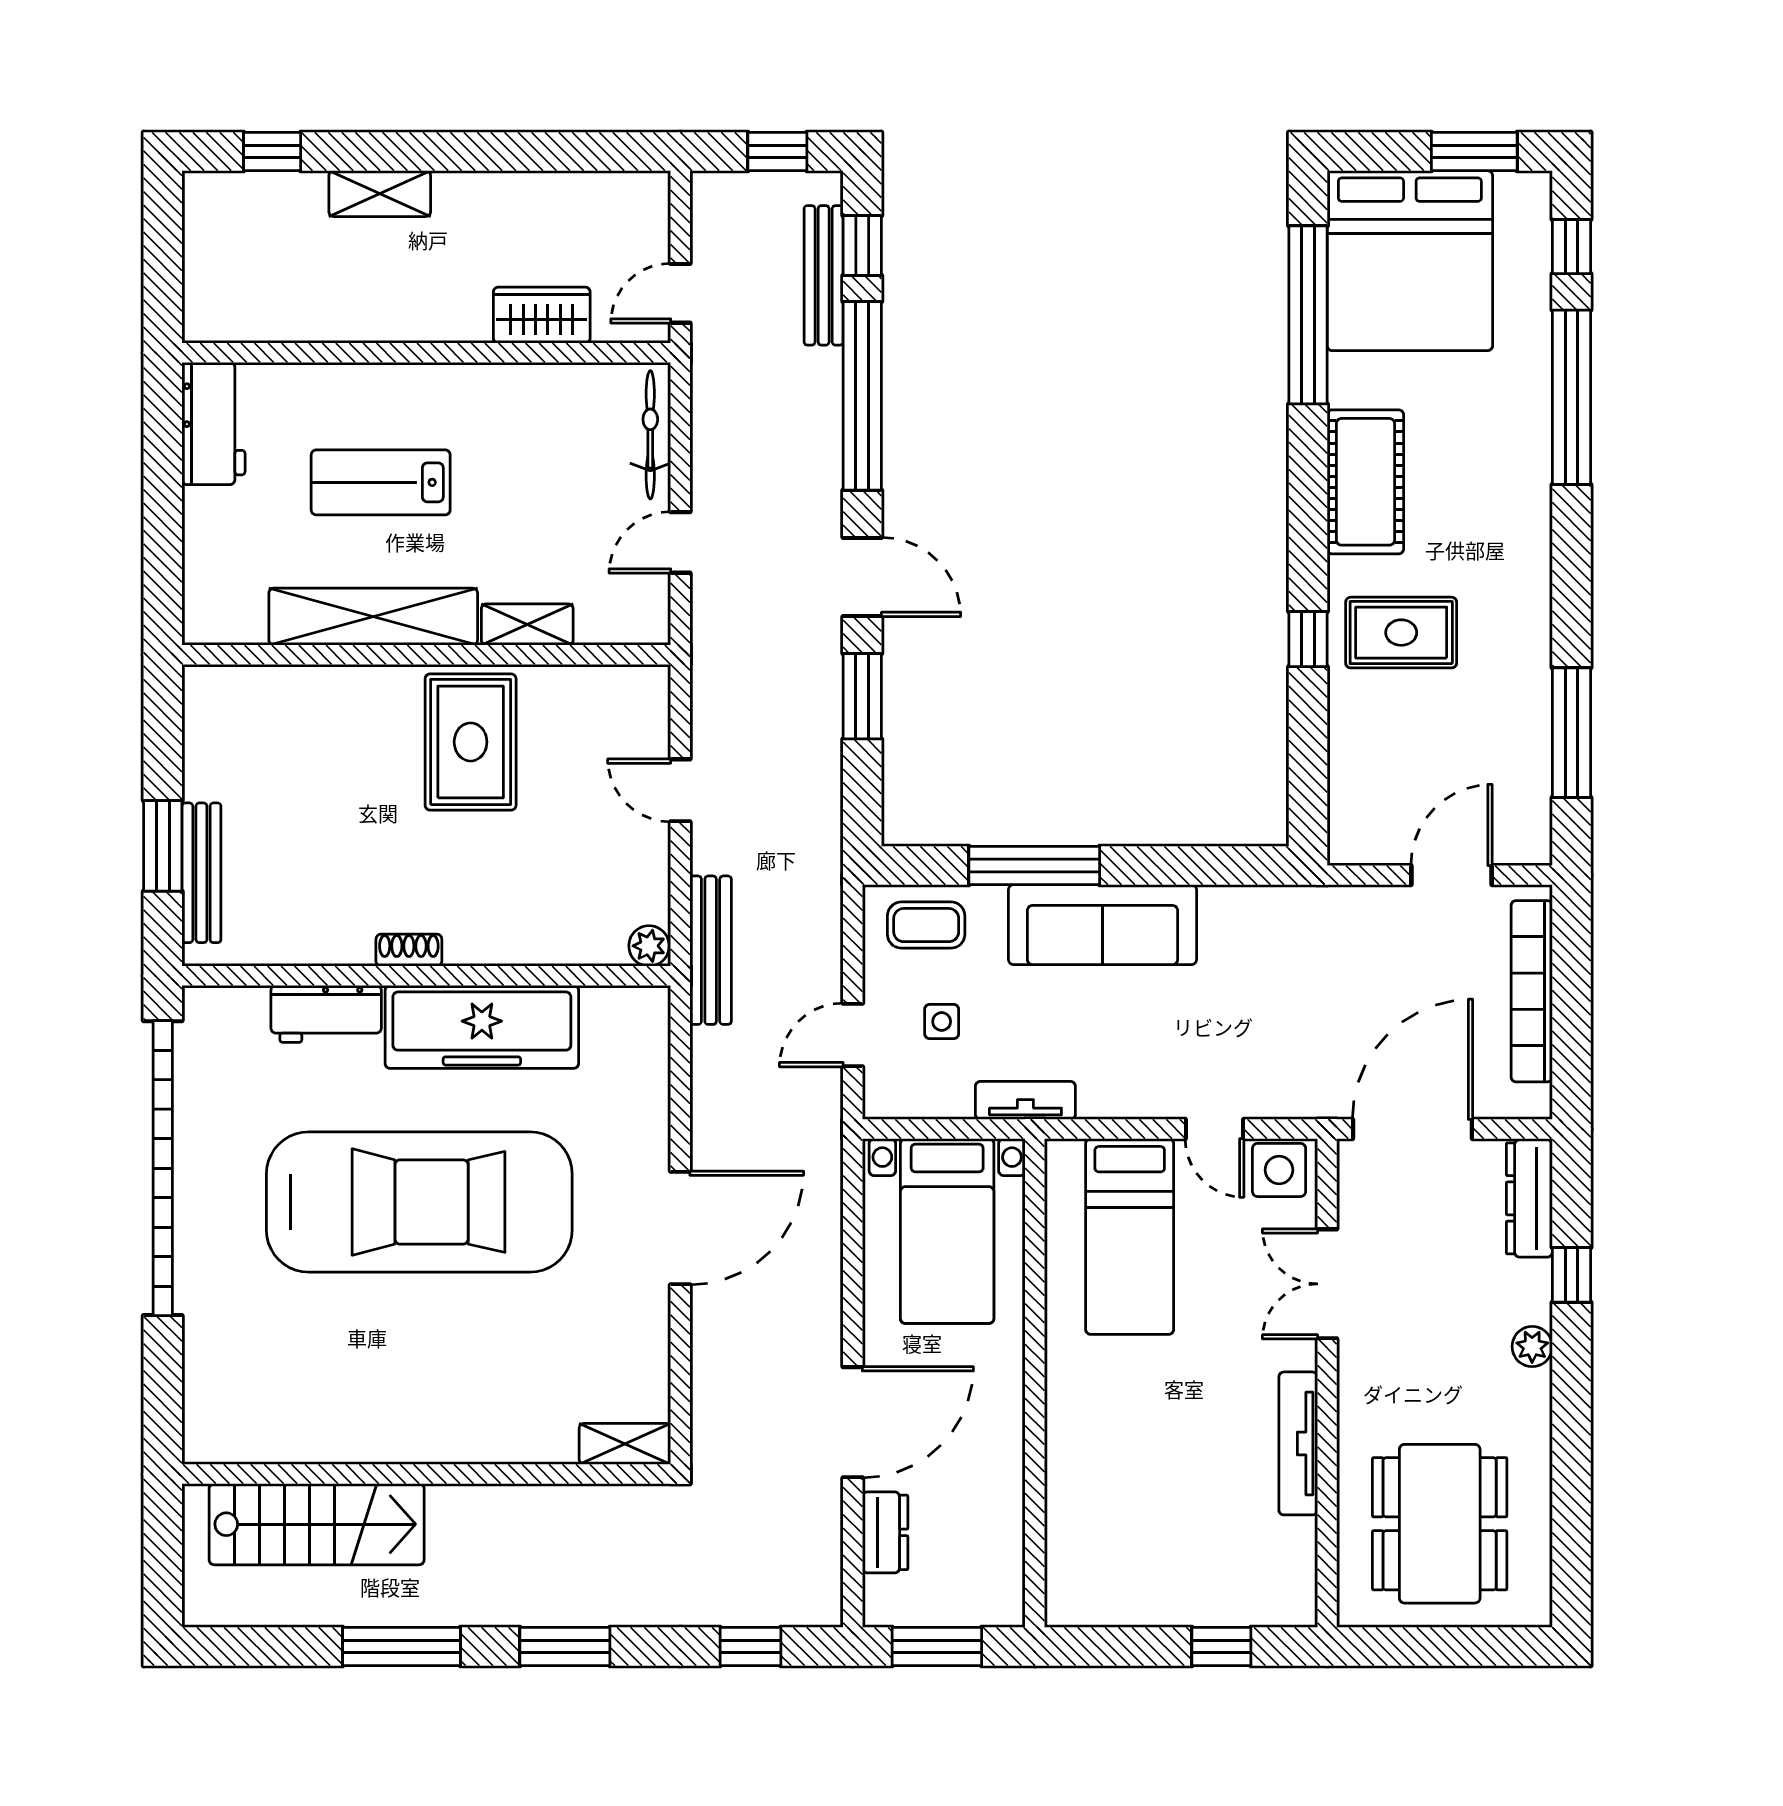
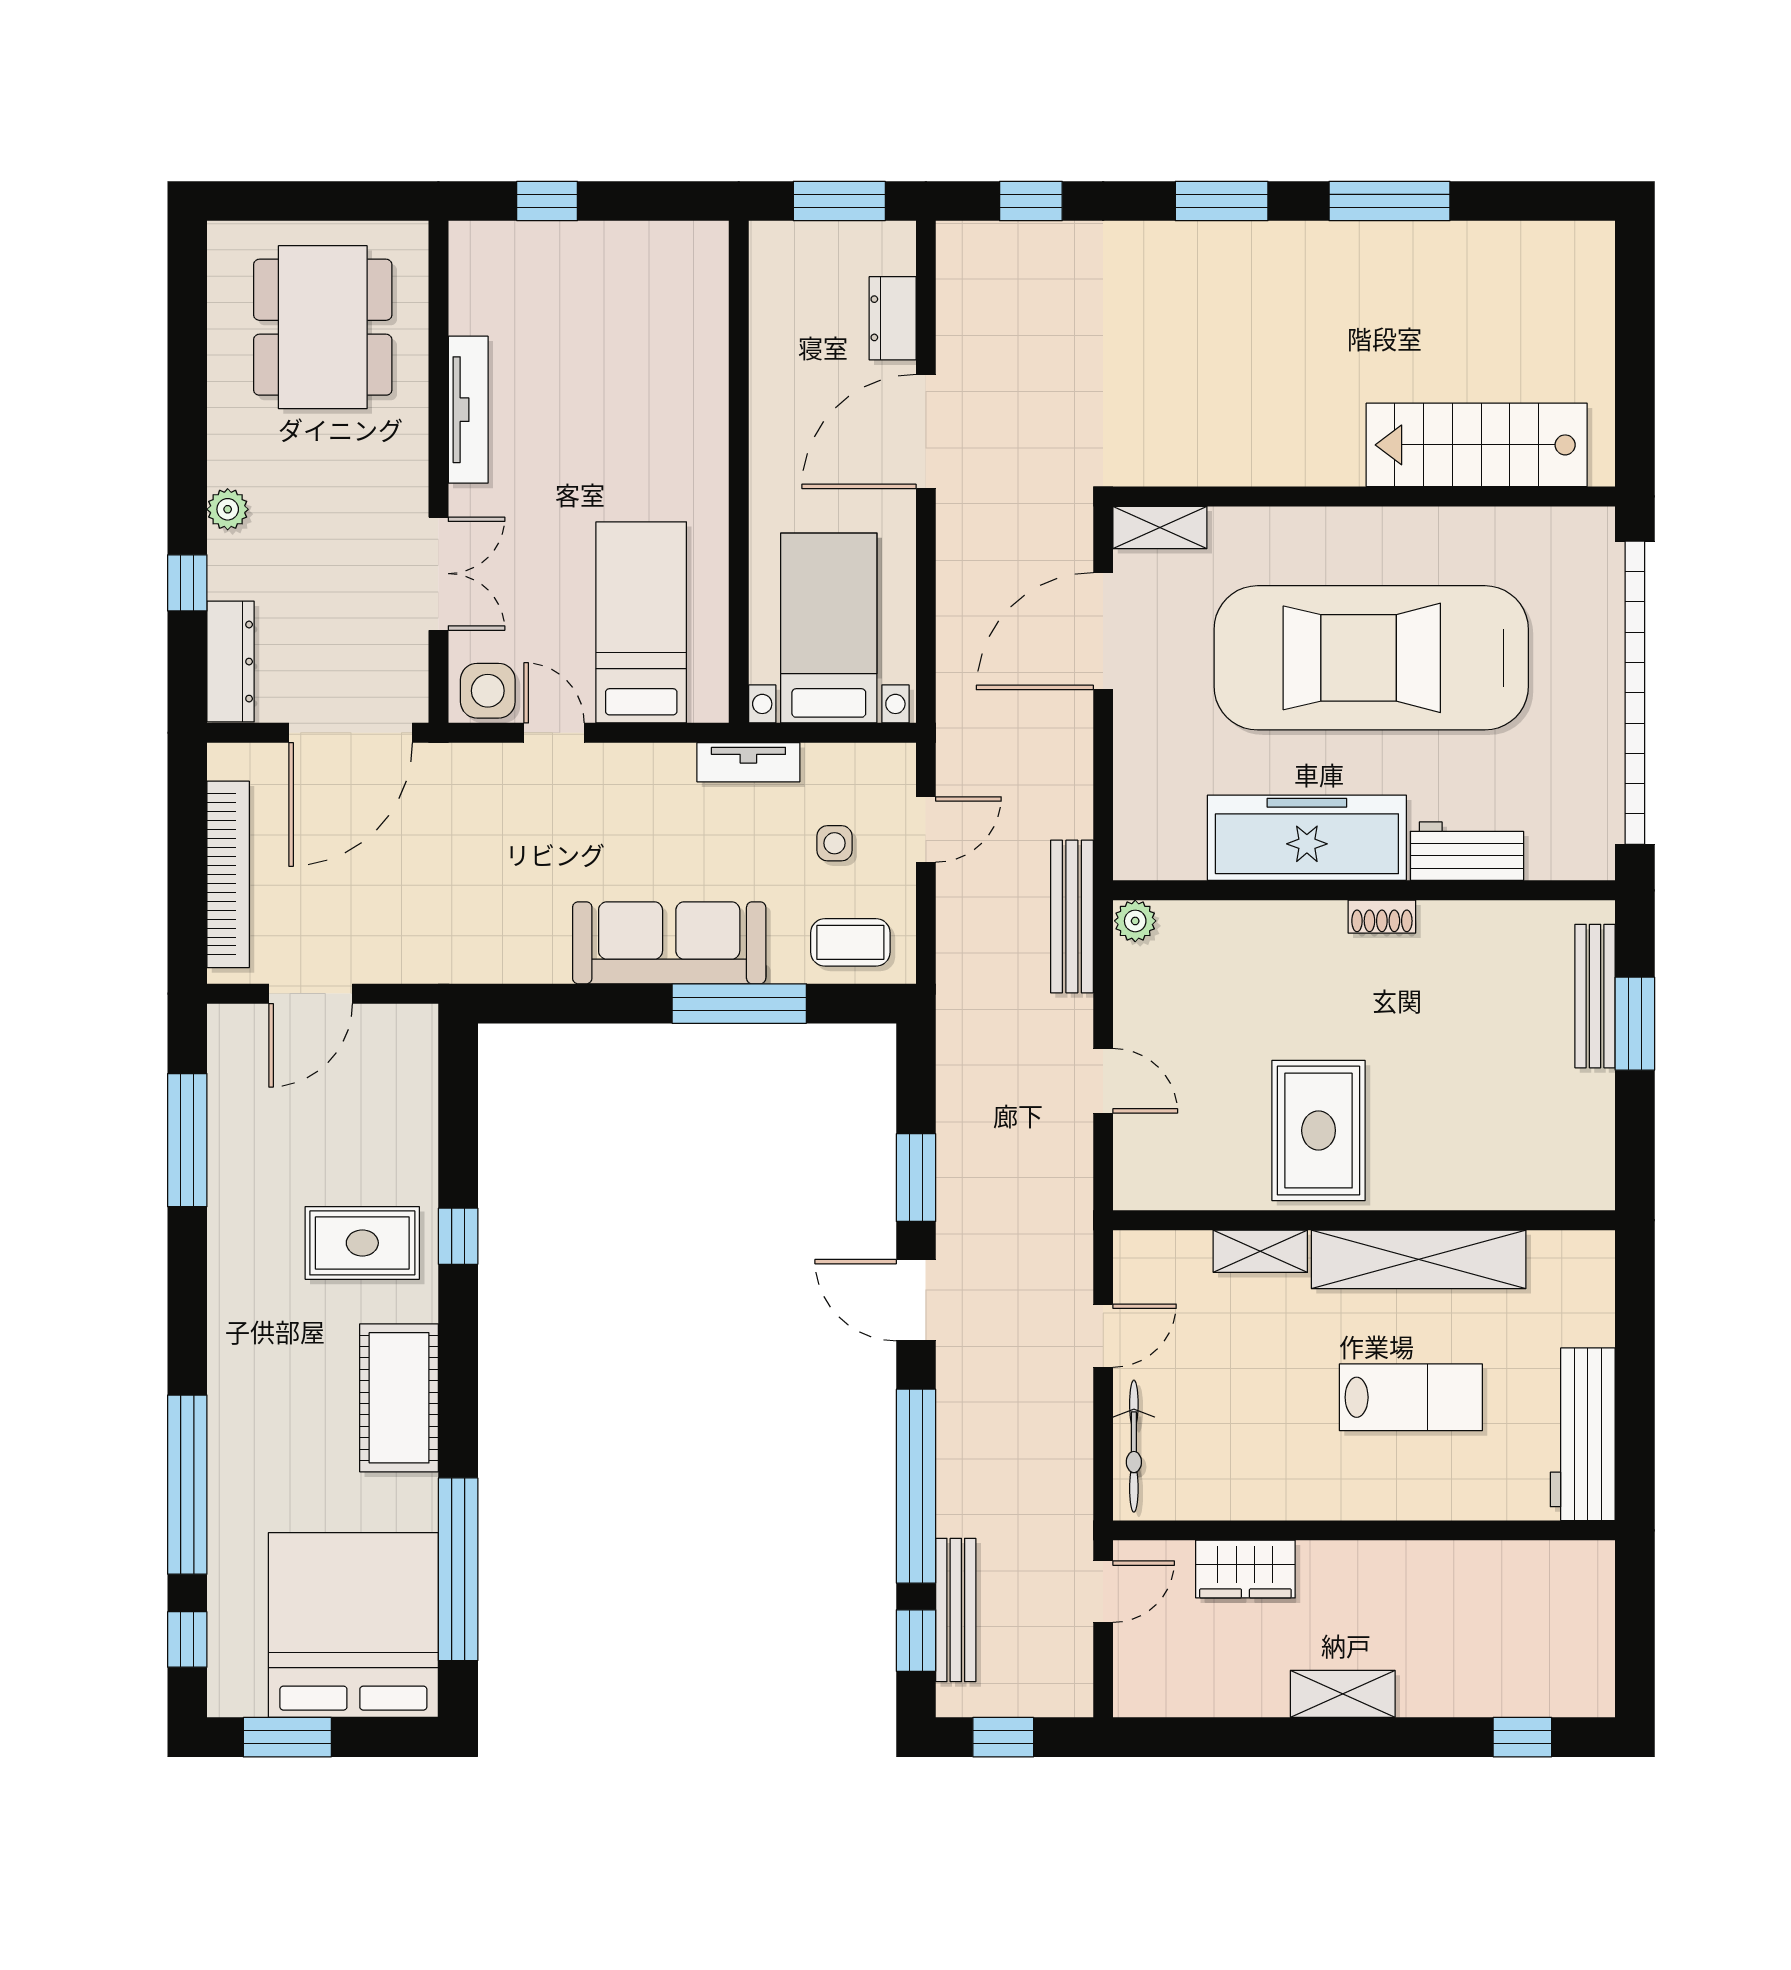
shelving: (380, 194) -> (1343, 1694), moved
workbench: (213, 423) -> (1583, 1434), width x1.37
shelving: (625, 1444) -> (1160, 527), moved
wall: (426, 1474) -> (1364, 496), moved
stairs: (317, 1524) -> (1477, 445), moved

